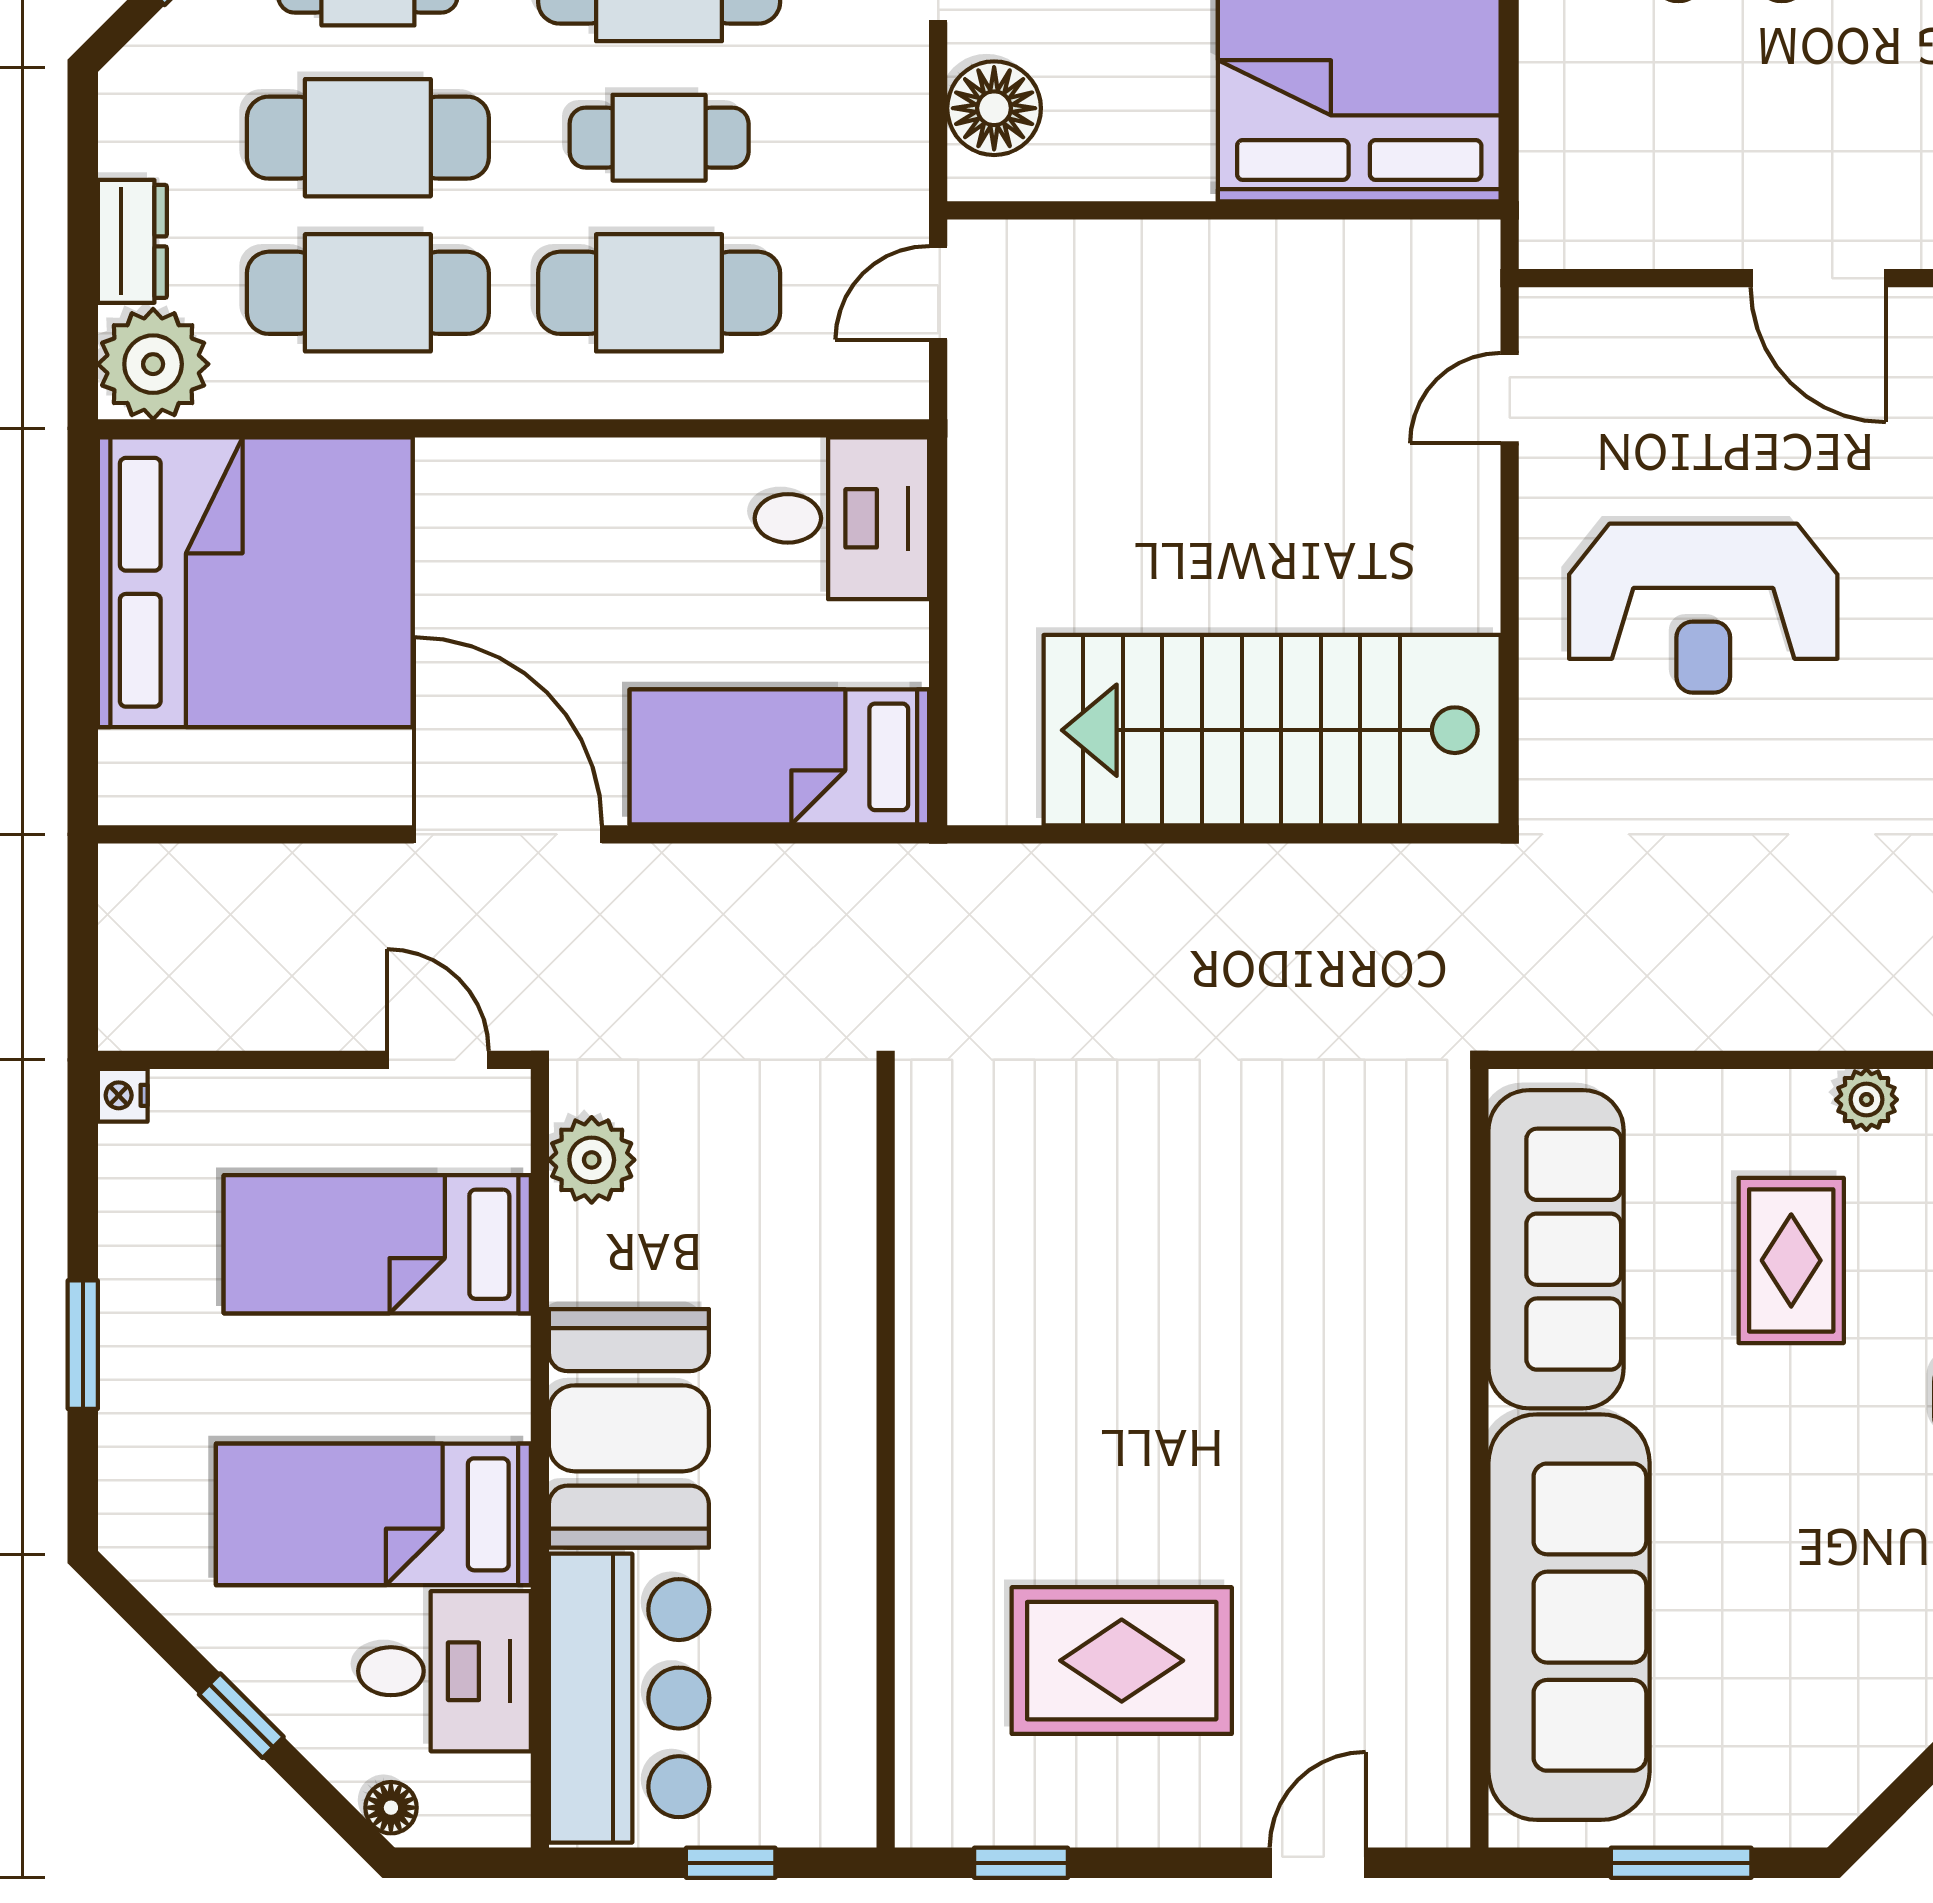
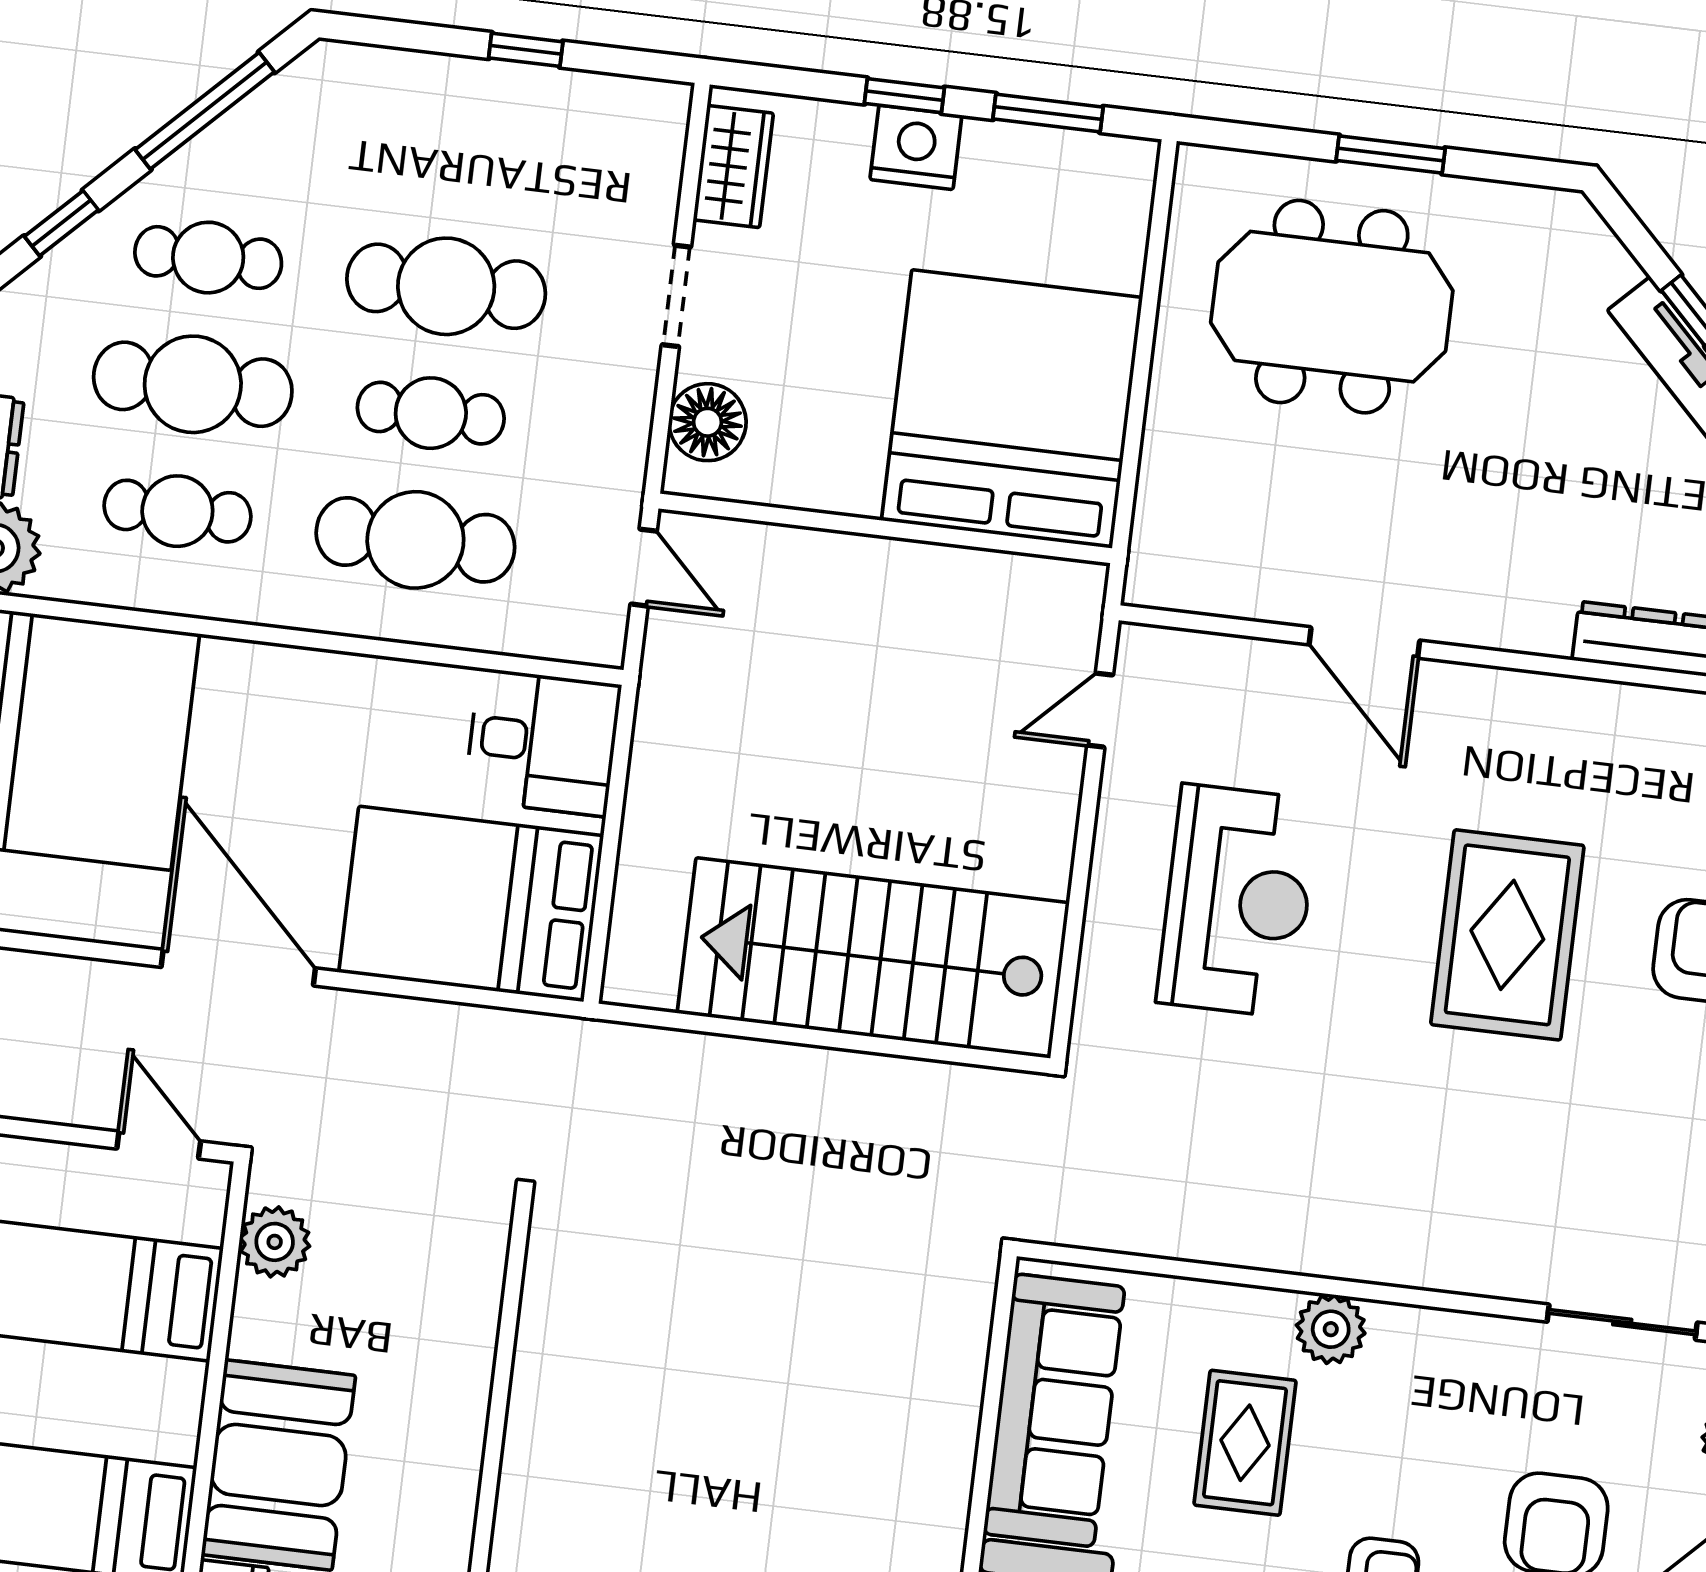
cafe table: (368, 293) -> (177, 511), width x0.73, depth x0.74
door: (938, 293) -> (644, 568), swing flipped
reception desk: (1703, 608) -> (1238, 901), turned -90
bed: (779, 757) -> (471, 904), width x1.50
plant: (1866, 1100) -> (1331, 1329), width x1.38, depth x1.38

